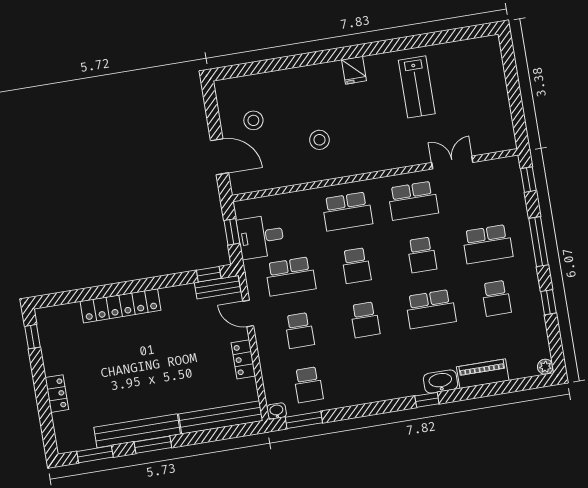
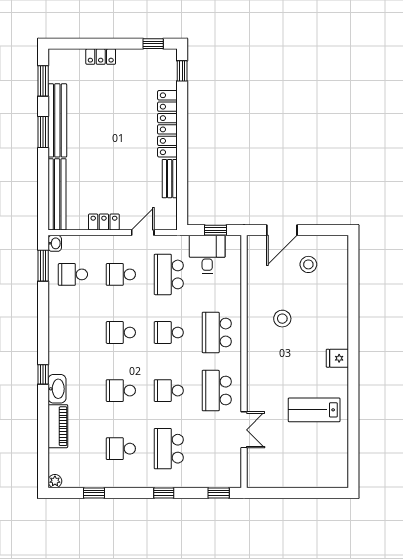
window: (539, 242) -> (164, 493), width x0.46
window: (209, 274) -> (182, 71), moved
bench: (218, 287) -> (170, 179), moved
window: (548, 302) -> (94, 493), moved
school desk: (431, 309) -> (121, 391), width x0.54

